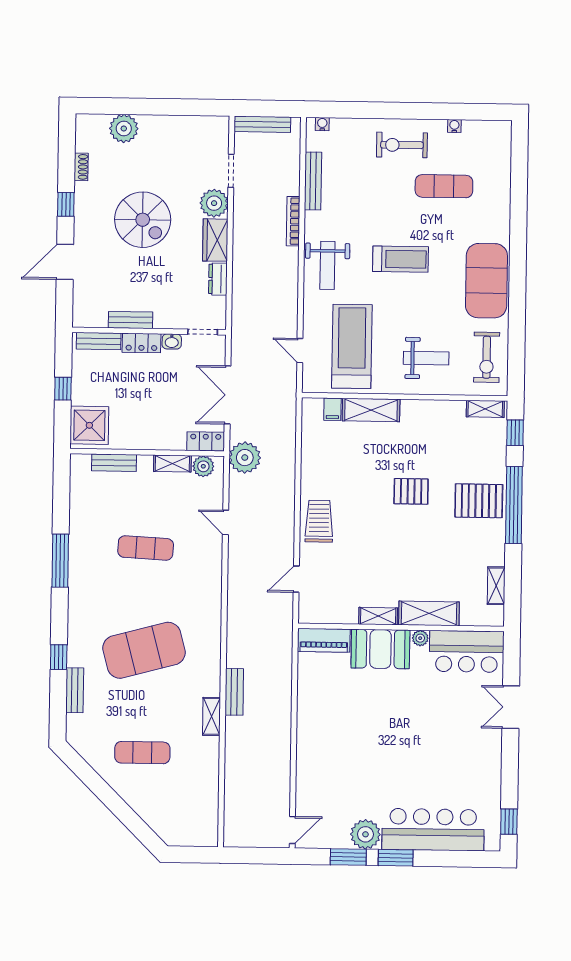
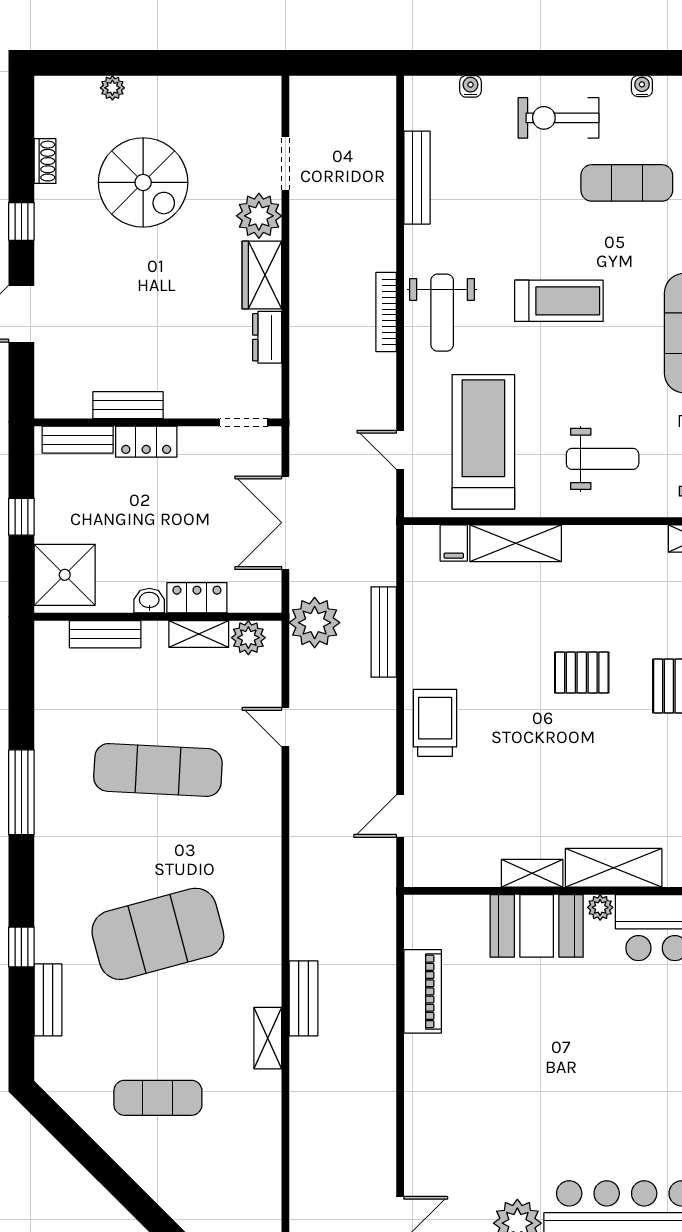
bench: (262, 124) -> (384, 632), moved, turned 90
water cooler: (322, 124) -> (470, 86), moved
plant: (124, 128) -> (112, 88), width x0.53, depth x0.53
spiral stairs: (143, 220) -> (143, 182), moved
bookcase: (293, 221) -> (386, 312), moved
washbasin: (172, 341) -> (149, 601), moved, turned 180
locker: (206, 441) -> (197, 598), moved
exercise mat: (146, 548) -> (158, 770), width x1.36, depth x1.45
piano: (324, 640) -> (423, 991), moved, turned -90

